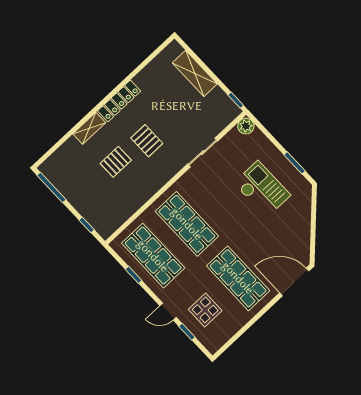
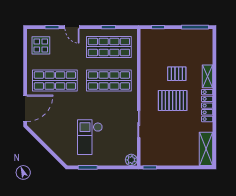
shelving: (195, 73) -> (206, 149), moved, turned 90
pallet: (147, 141) -> (173, 100), width x1.50, depth x1.42
pallet: (116, 162) -> (177, 74), turned 90
checkout: (262, 189) -> (90, 137), turned 90
display table: (205, 310) -> (41, 45), moved
door: (168, 312) -> (72, 27), swing flipped

